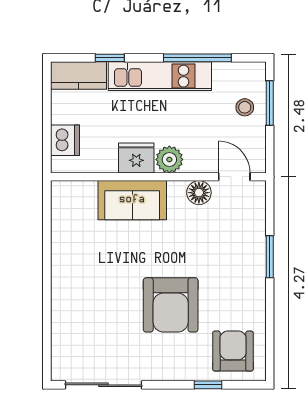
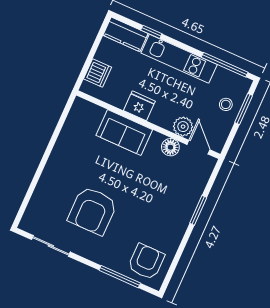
window: (197, 58) -> (225, 65), moved
plant: (169, 159) -> (183, 127), moved
armchair: (171, 305) -> (93, 211), moved
sliding door: (104, 385) -> (51, 246), width x0.73
window: (208, 385) -> (120, 277), width x2.17

